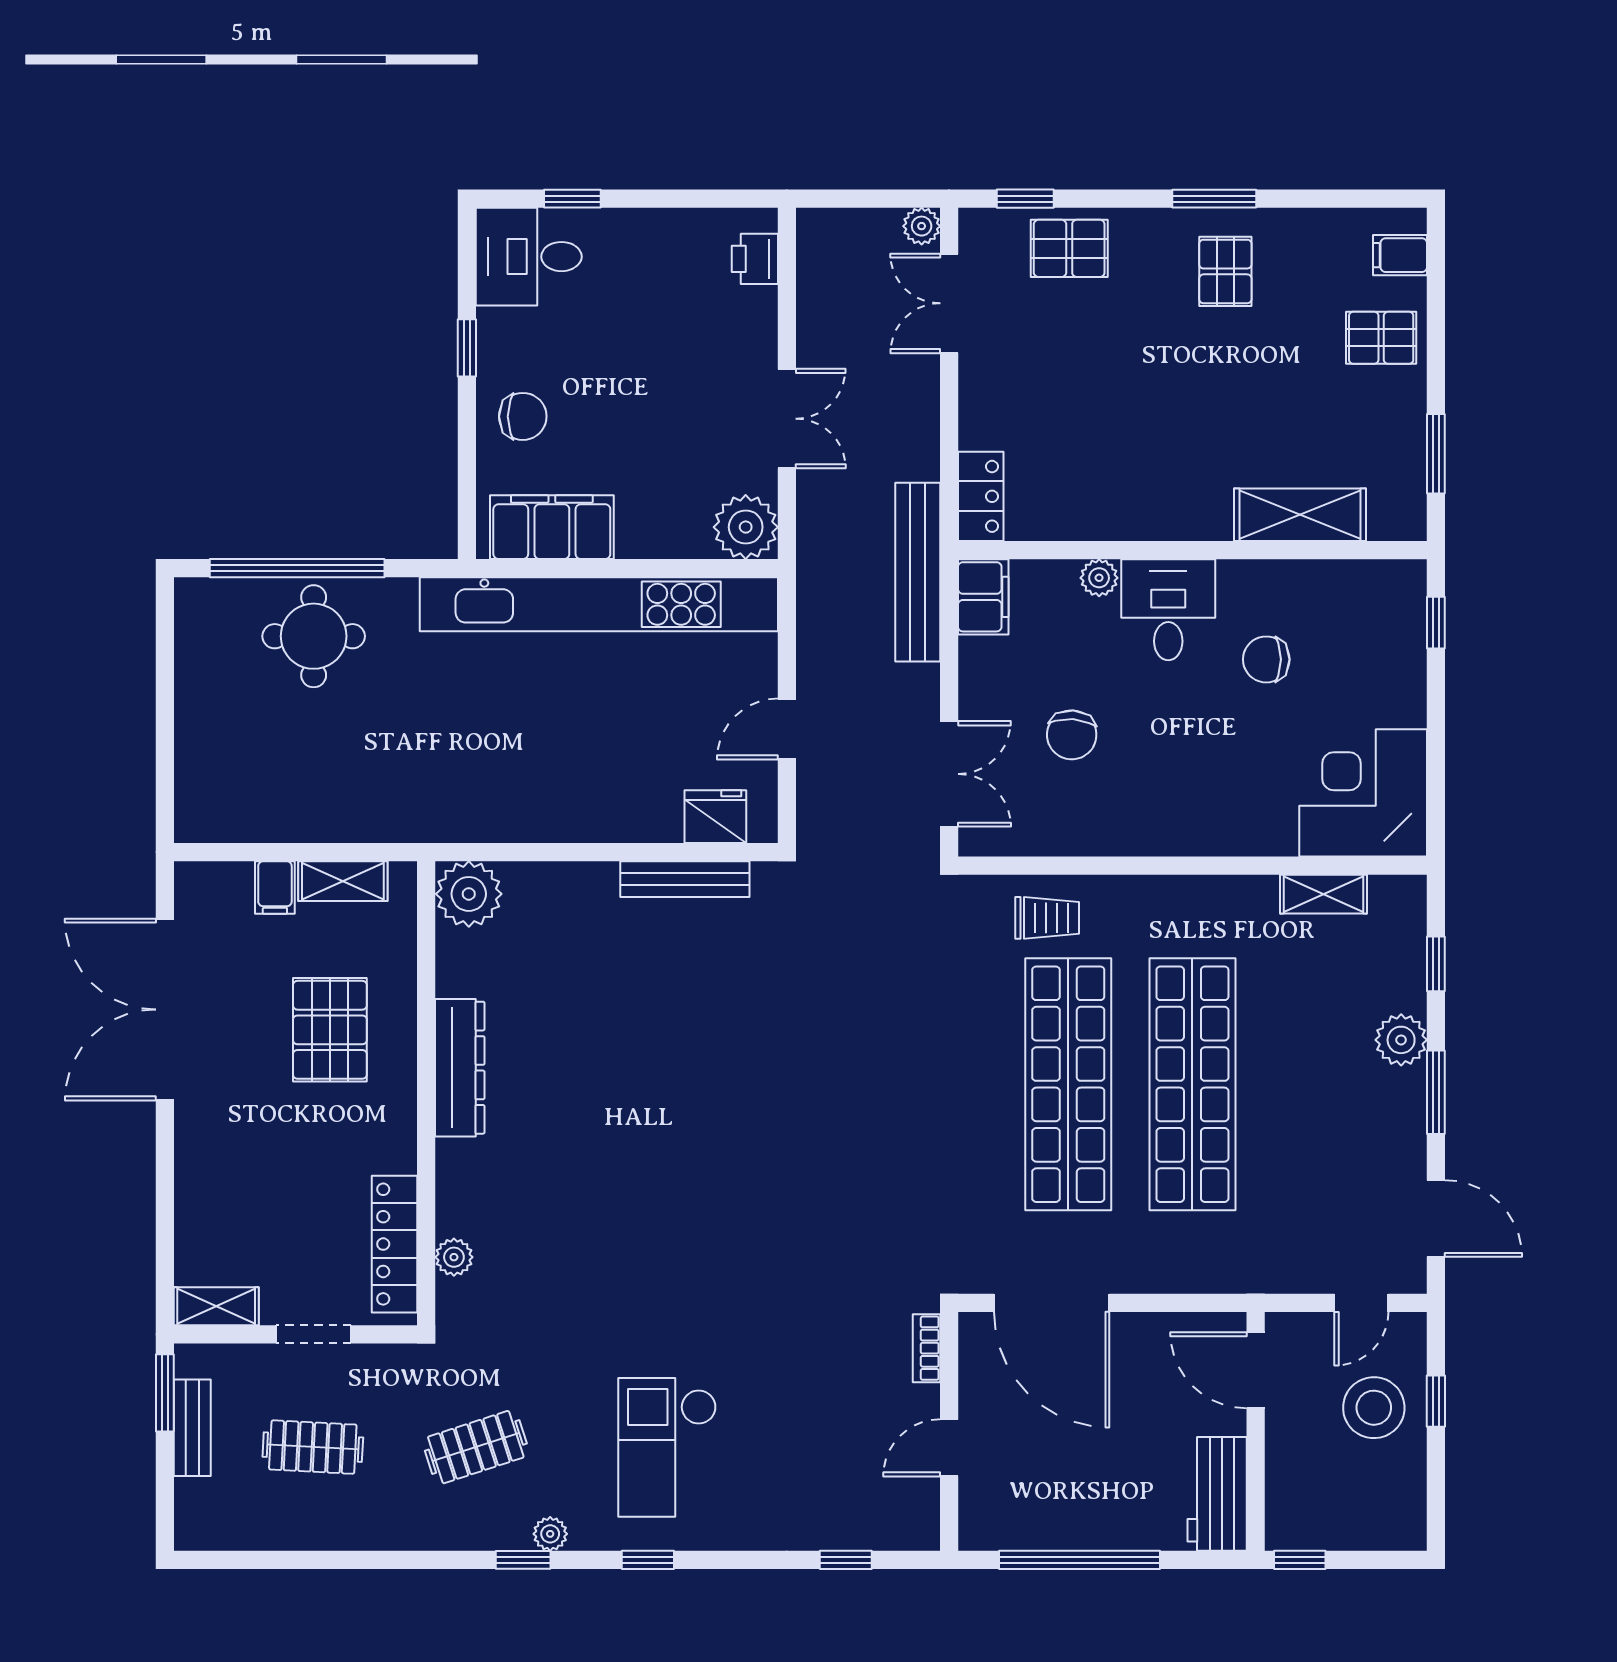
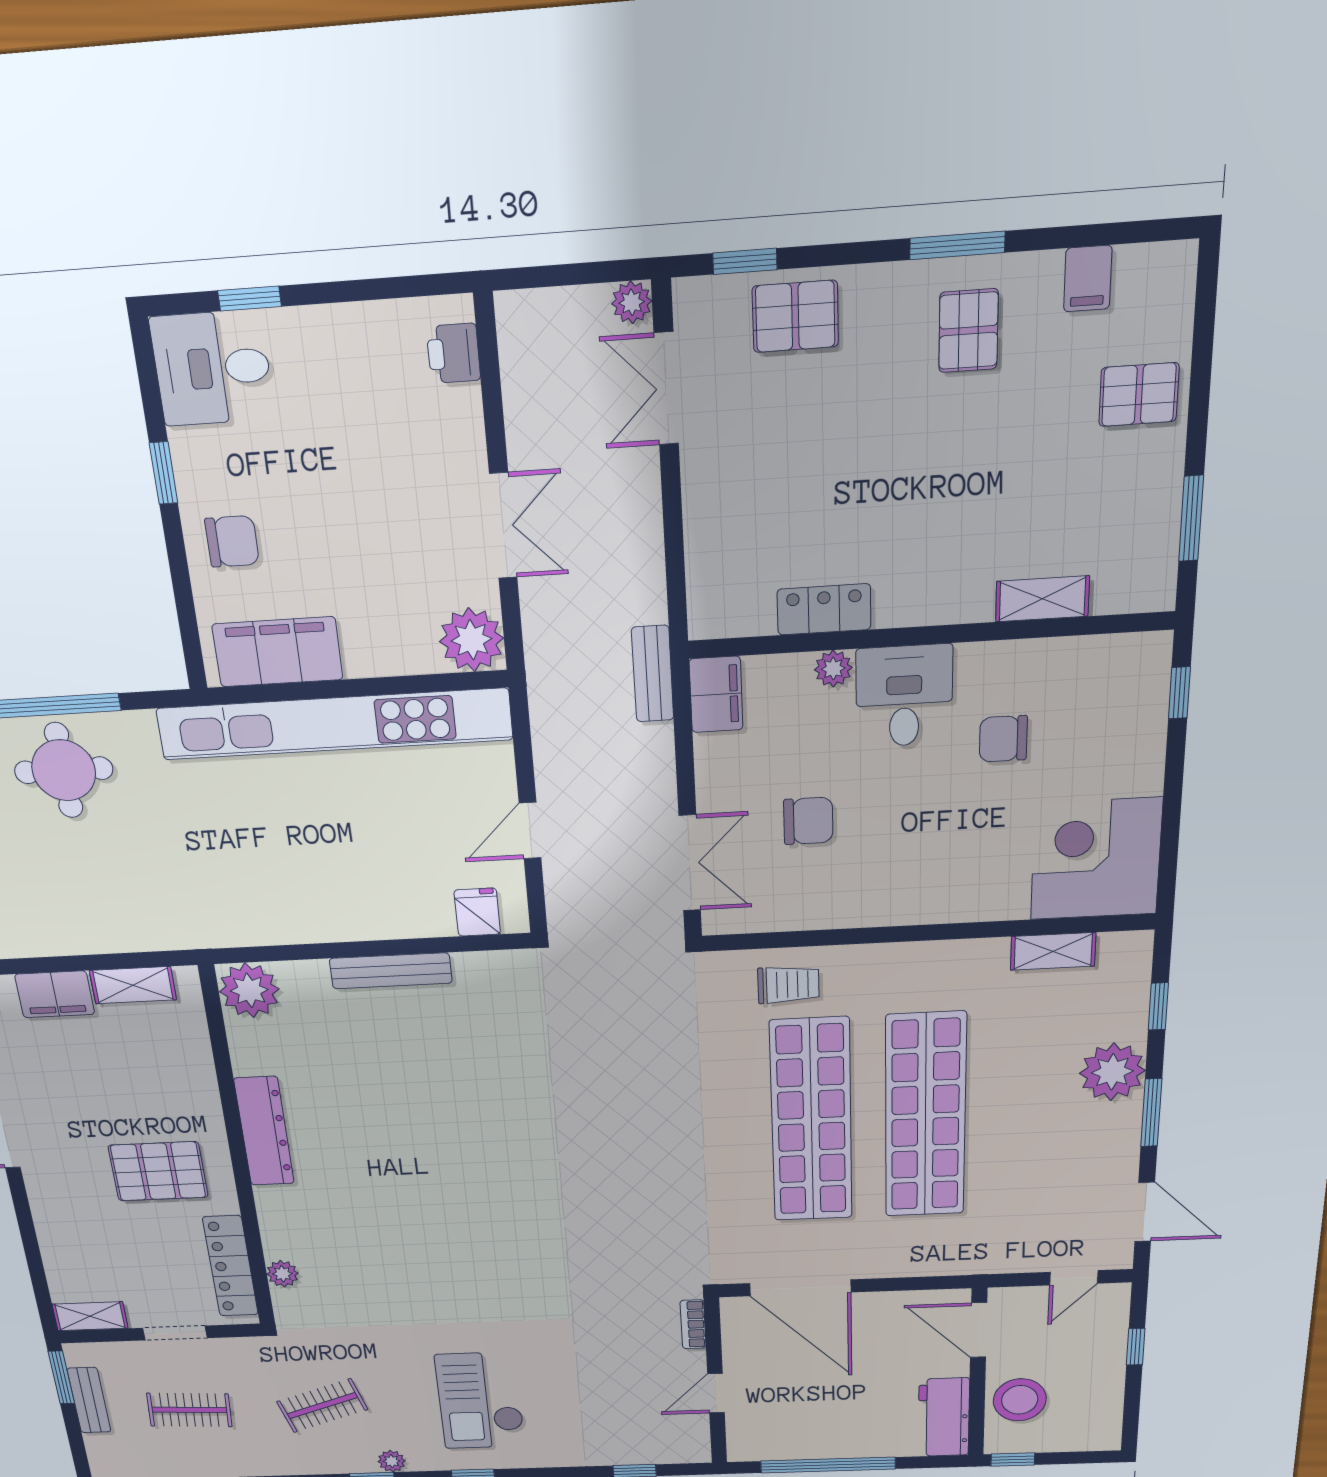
filing cabinet: (1400, 255) -> (1088, 279), moved, turned -90
locker: (981, 496) -> (824, 609), moved, turned -90
shelving: (1300, 515) -> (1042, 599), width x0.67, depth x0.75
bench: (918, 572) -> (653, 674), width x0.54, depth x0.82
chair: (1072, 735) -> (808, 821), turned -94
fridge: (715, 817) -> (477, 912), width x0.72
bench: (685, 879) -> (391, 971), moved
filing cabinet: (275, 887) -> (55, 994), width x2.00
pallet: (330, 1030) -> (158, 1171), moved, turned 90
plant: (1401, 1040) -> (1112, 1072), width x1.36, depth x1.36
stool: (1374, 1408) -> (1020, 1400), moved

